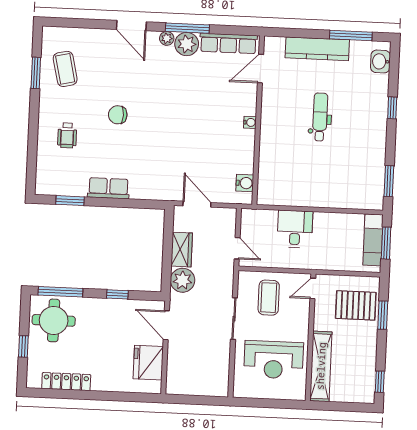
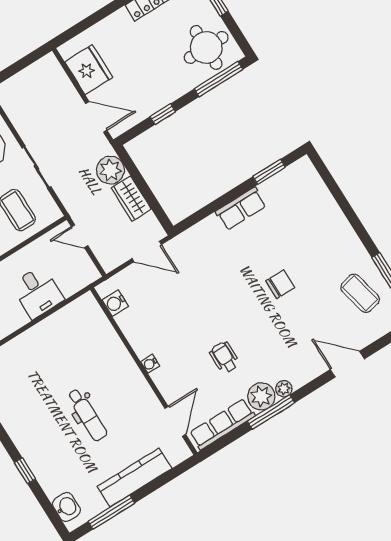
door: (131, 26) -> (347, 364), moved
wheelchair: (67, 135) -> (225, 357), moved

